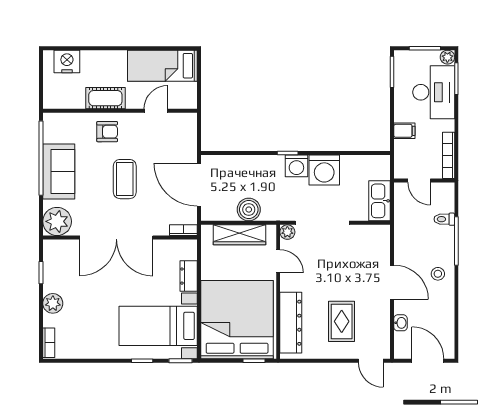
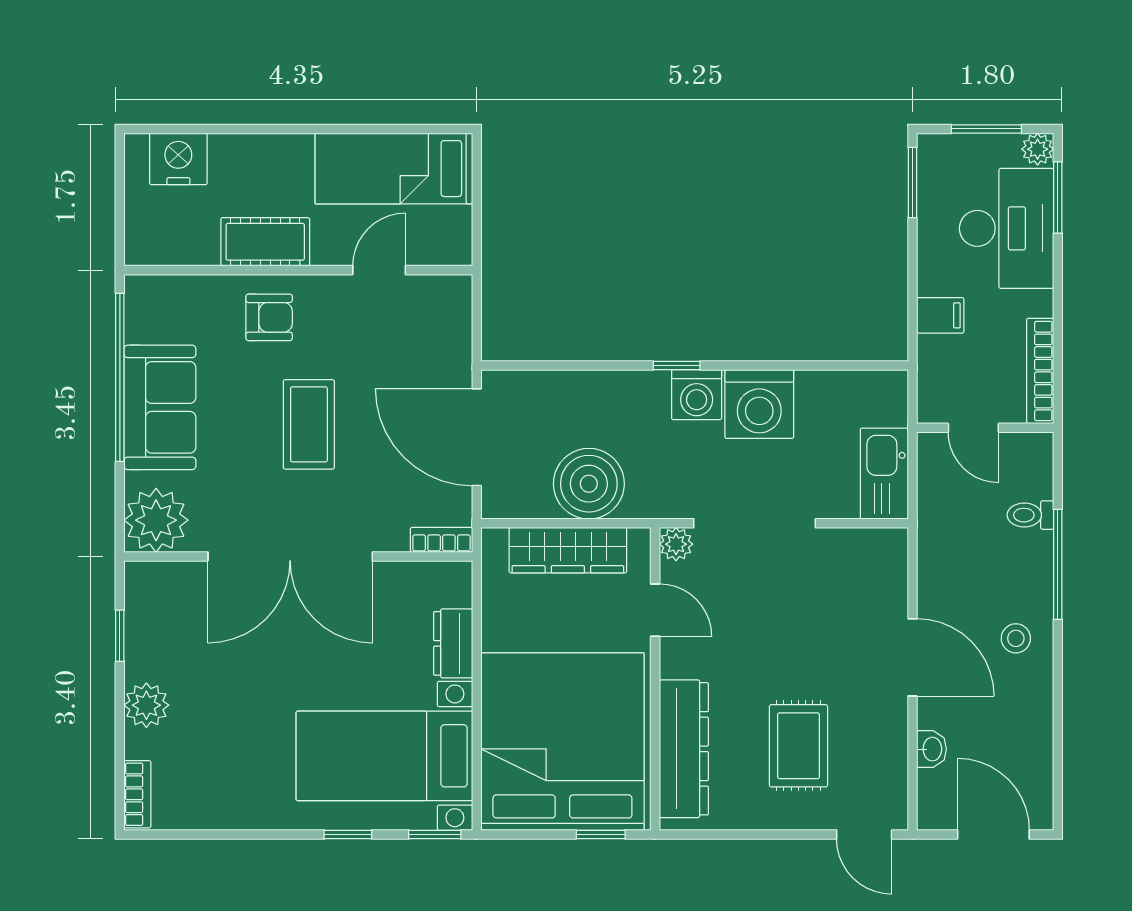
boiler: (249, 210) -> (589, 484), width x1.37, depth x1.37

